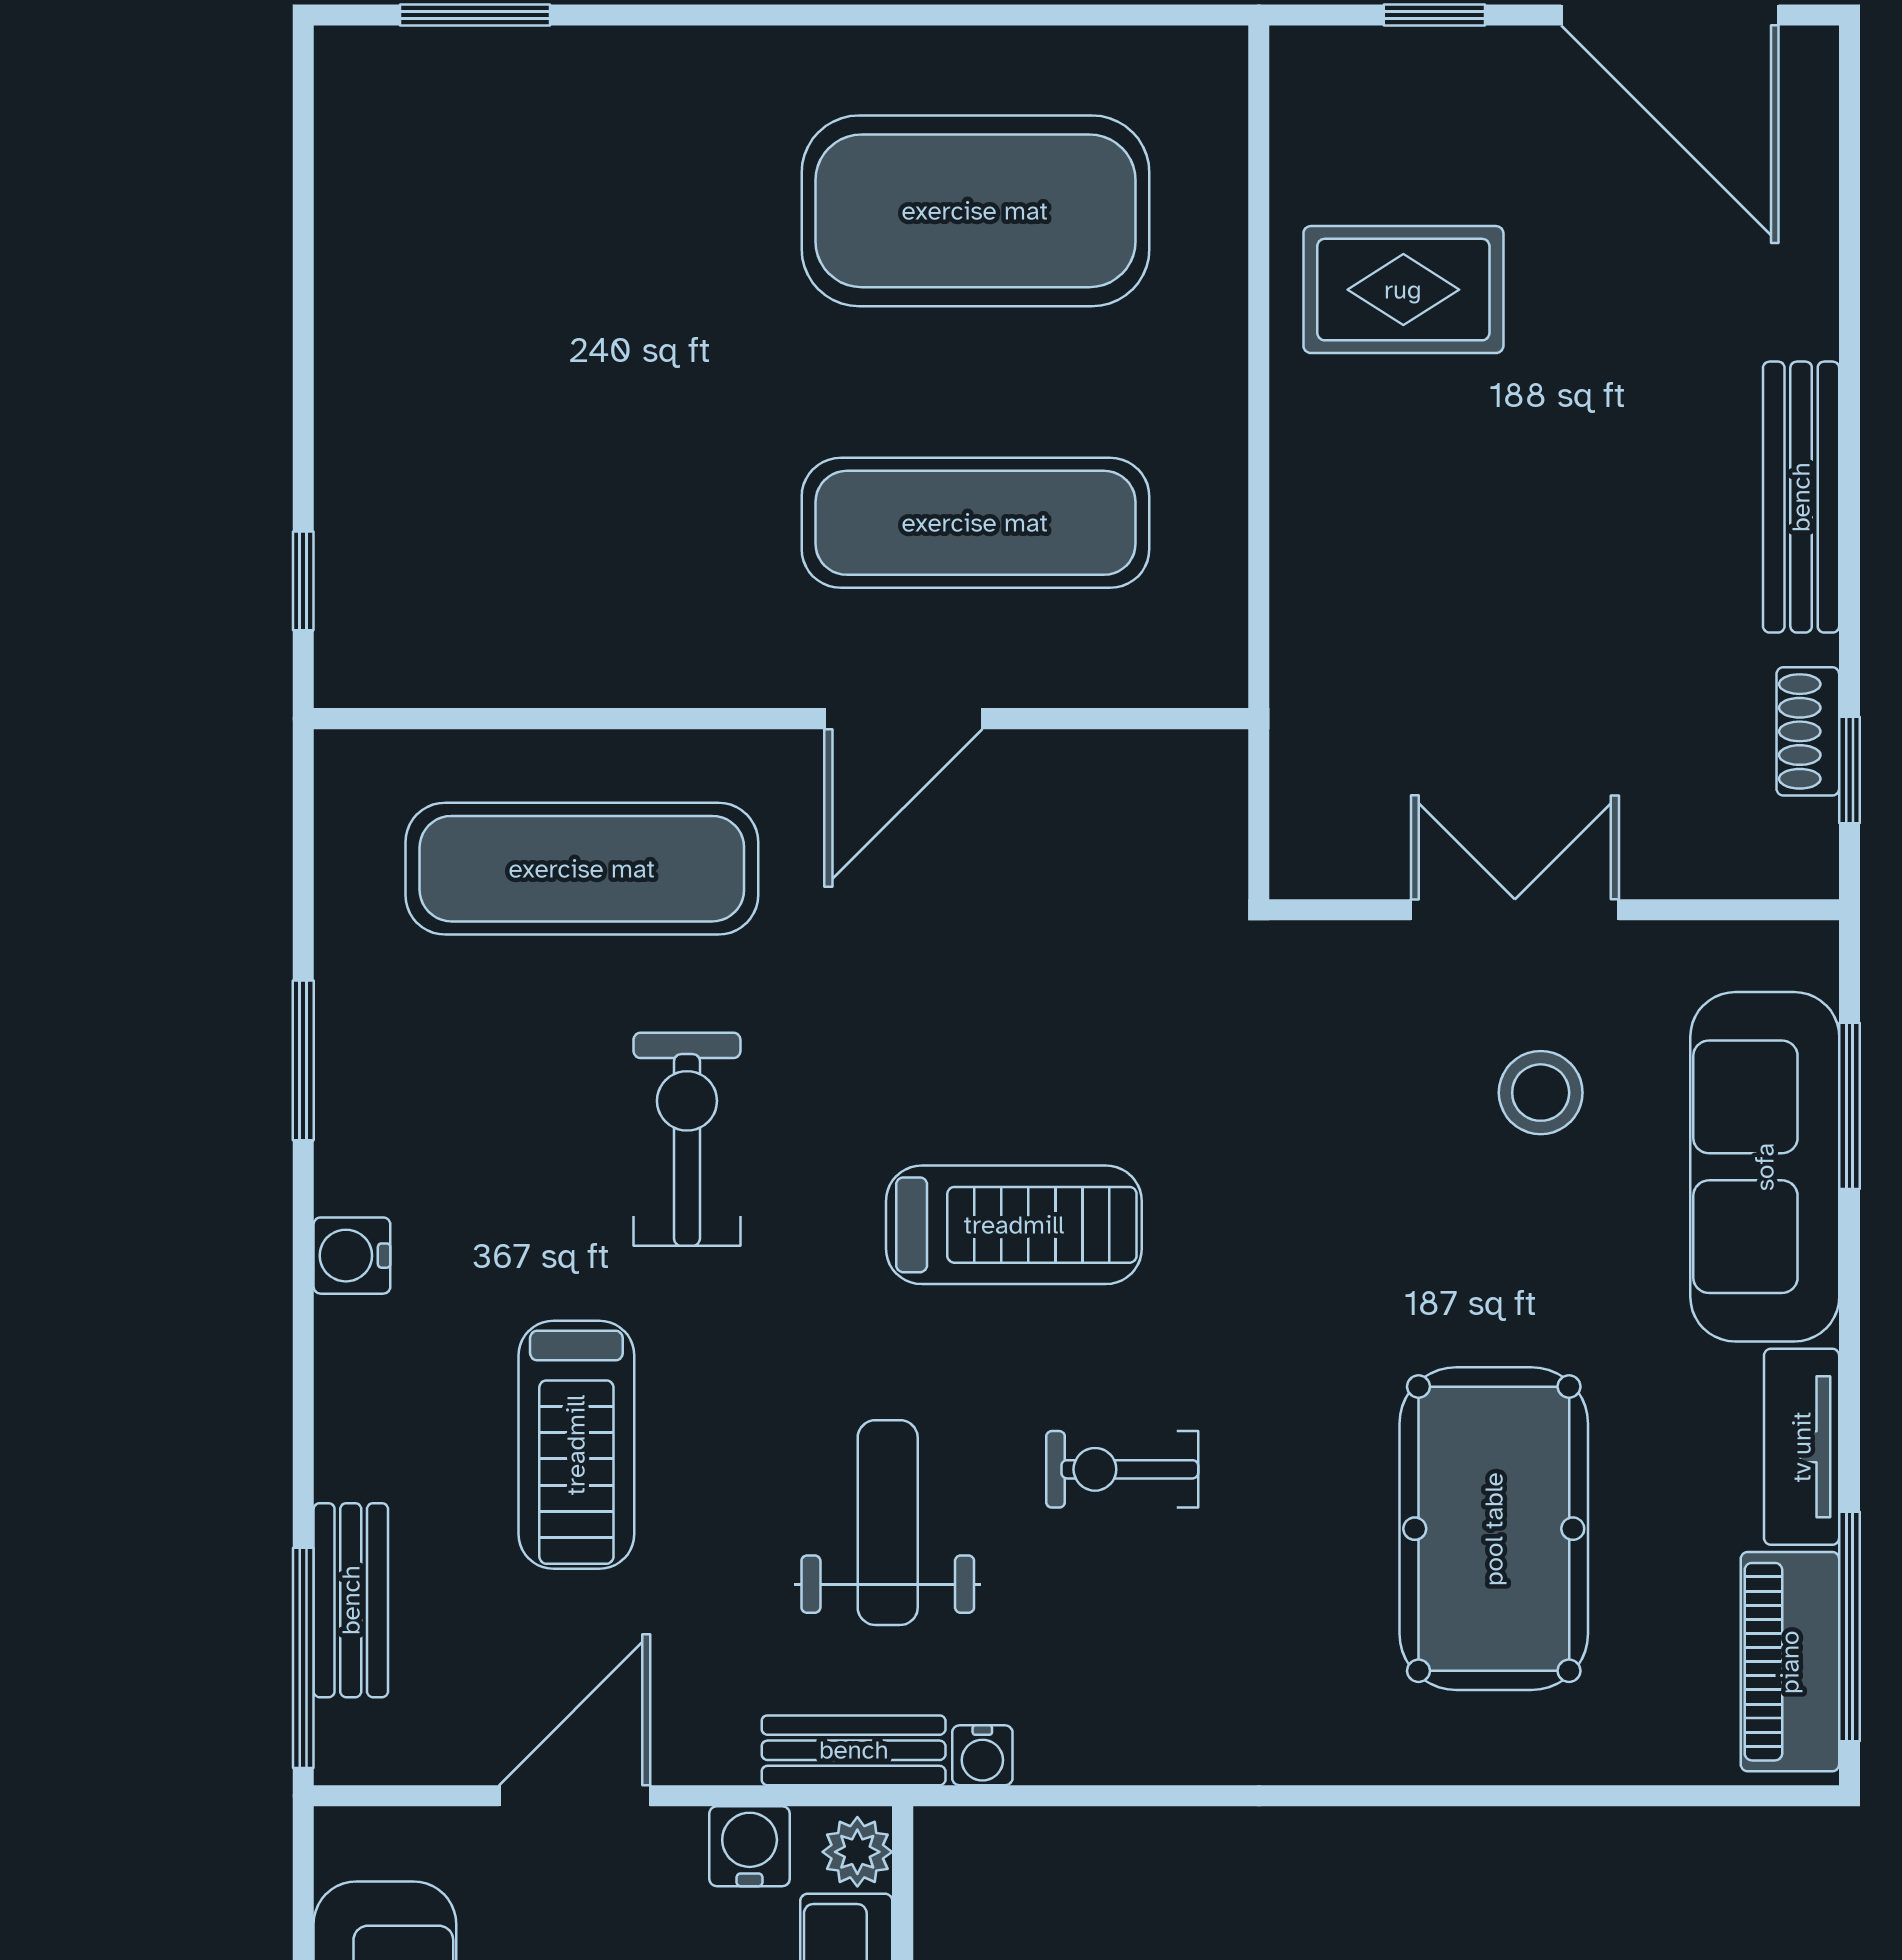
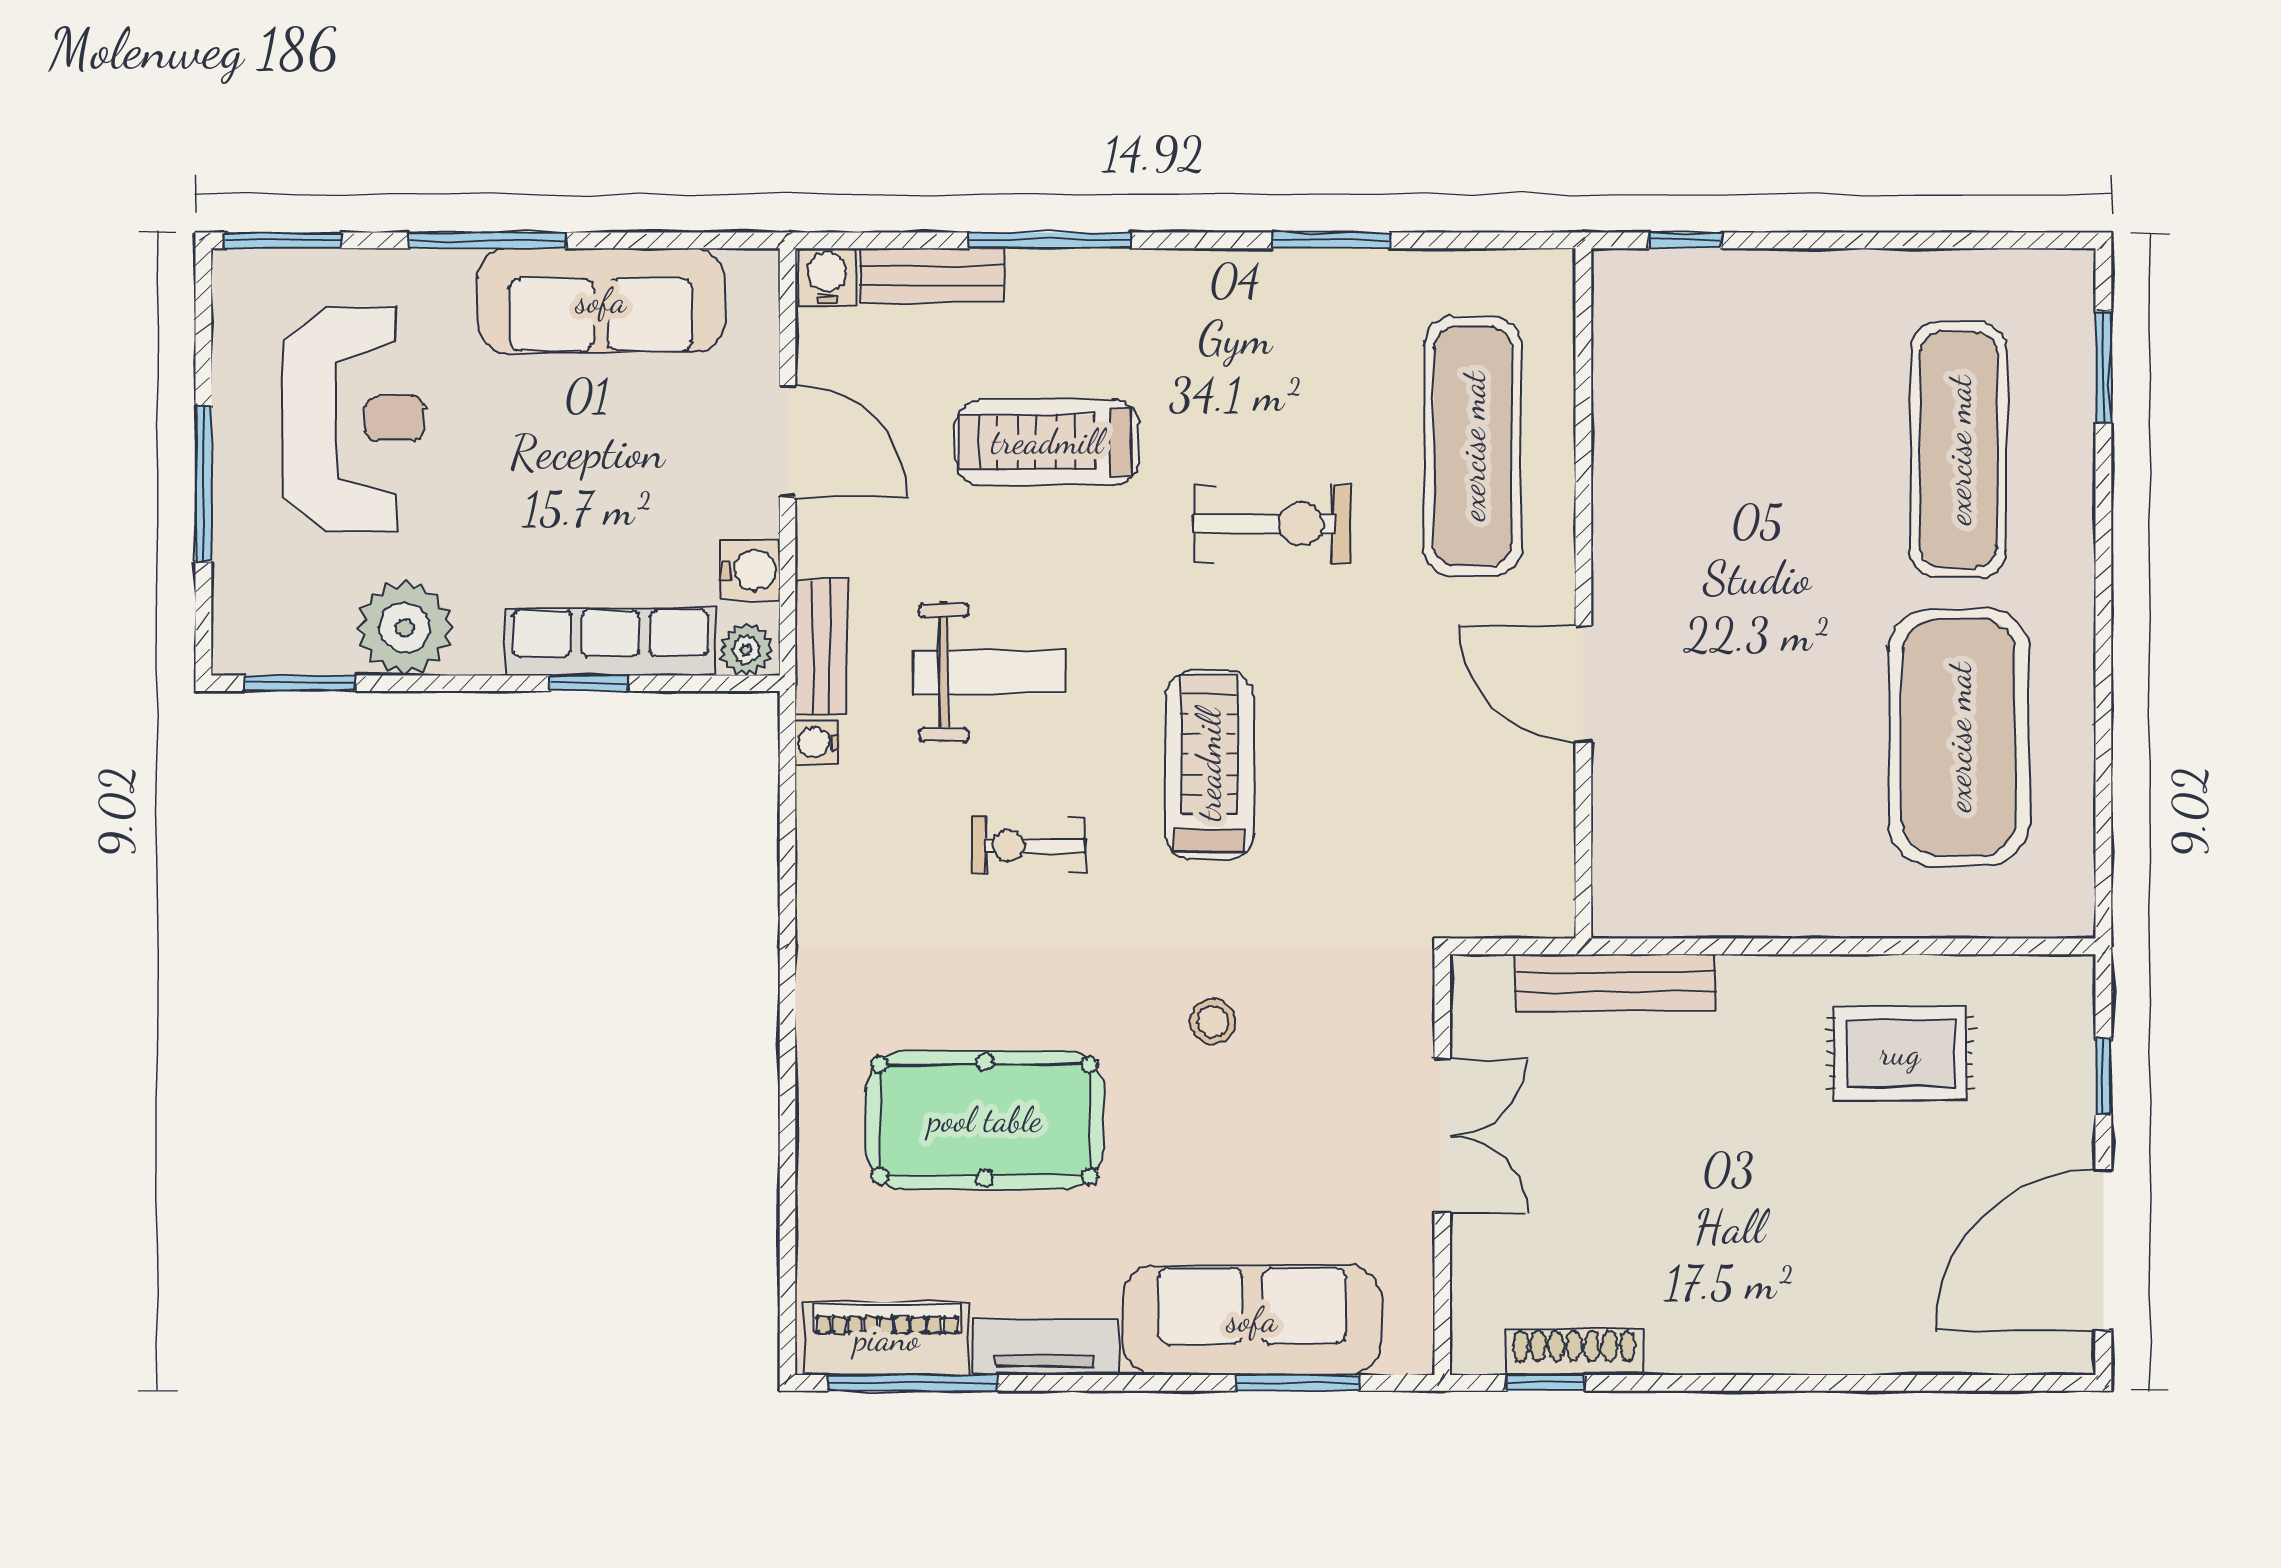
rug: (1403, 290) -> (1900, 1053), turned 90
bench: (1801, 497) -> (1615, 982), moved
exercise mat: (975, 523) -> (1959, 450), moved
shoe rack: (1808, 731) -> (1574, 1352), width x1.43
stool: (1541, 1093) -> (1213, 1022), moved, width x0.73, depth x0.73
treadmill: (1014, 1225) -> (1209, 765), turned 180
water cooler: (352, 1256) -> (827, 276), moved
exercise bike: (1122, 1469) -> (1029, 846), turned -90
window: (303, 1658) -> (1049, 240), moved

